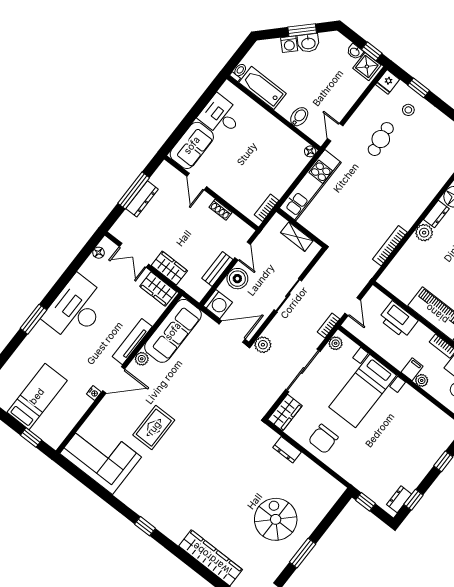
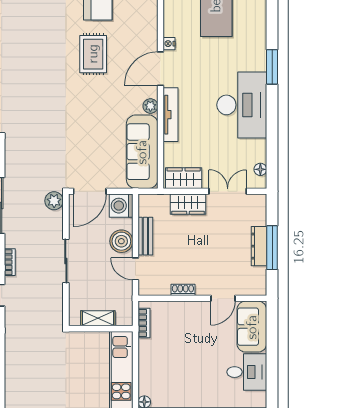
door: (197, 182) -> (223, 298), swing flipped
bookcase: (390, 246) -> (10, 374), removed

